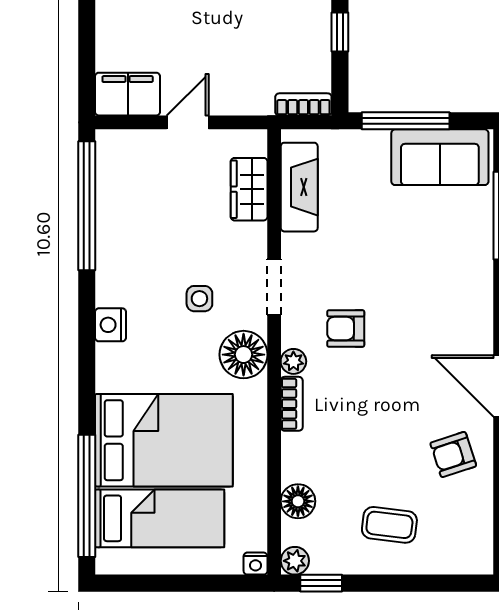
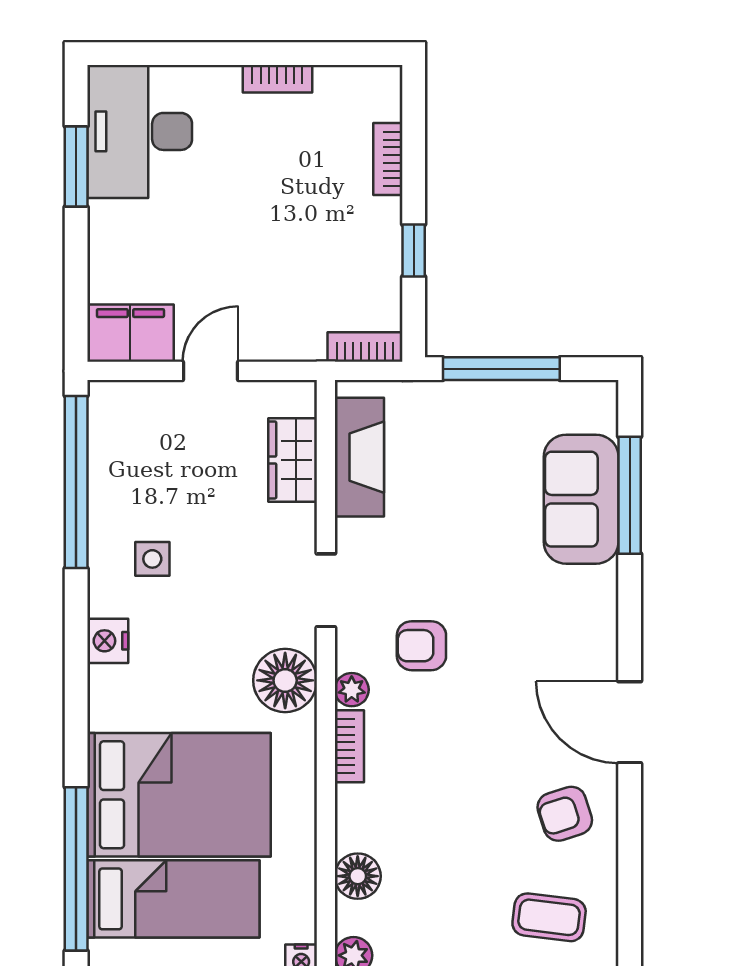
sofa: (440, 157) -> (581, 499), moved, turned 90
side table: (199, 299) -> (152, 559), moved
coffee table: (389, 525) -> (549, 917), moved

